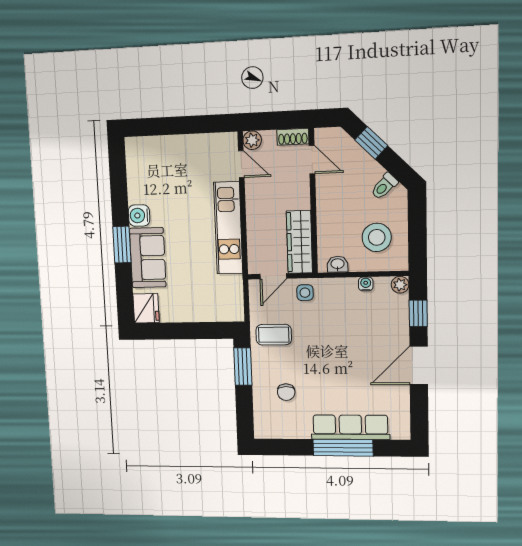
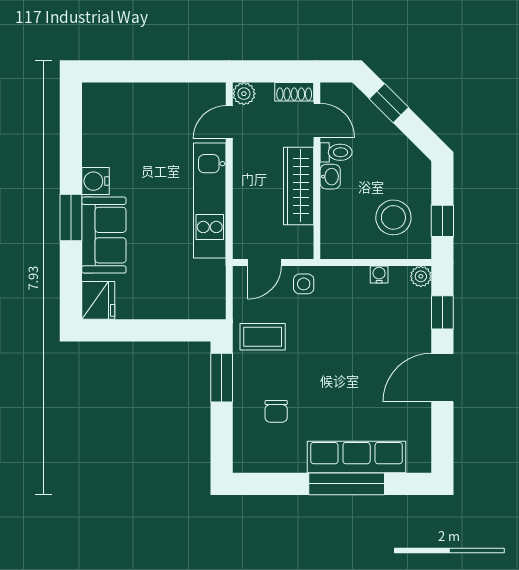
door: (241, 164) -> (229, 122), swing flipped
toilet: (384, 186) -> (336, 152), moved, turned -135
window: (417, 239) -> (442, 221), added
wardrobe: (299, 242) -> (299, 186), moved
washbasin: (338, 264) -> (330, 177), moved, turned 90

